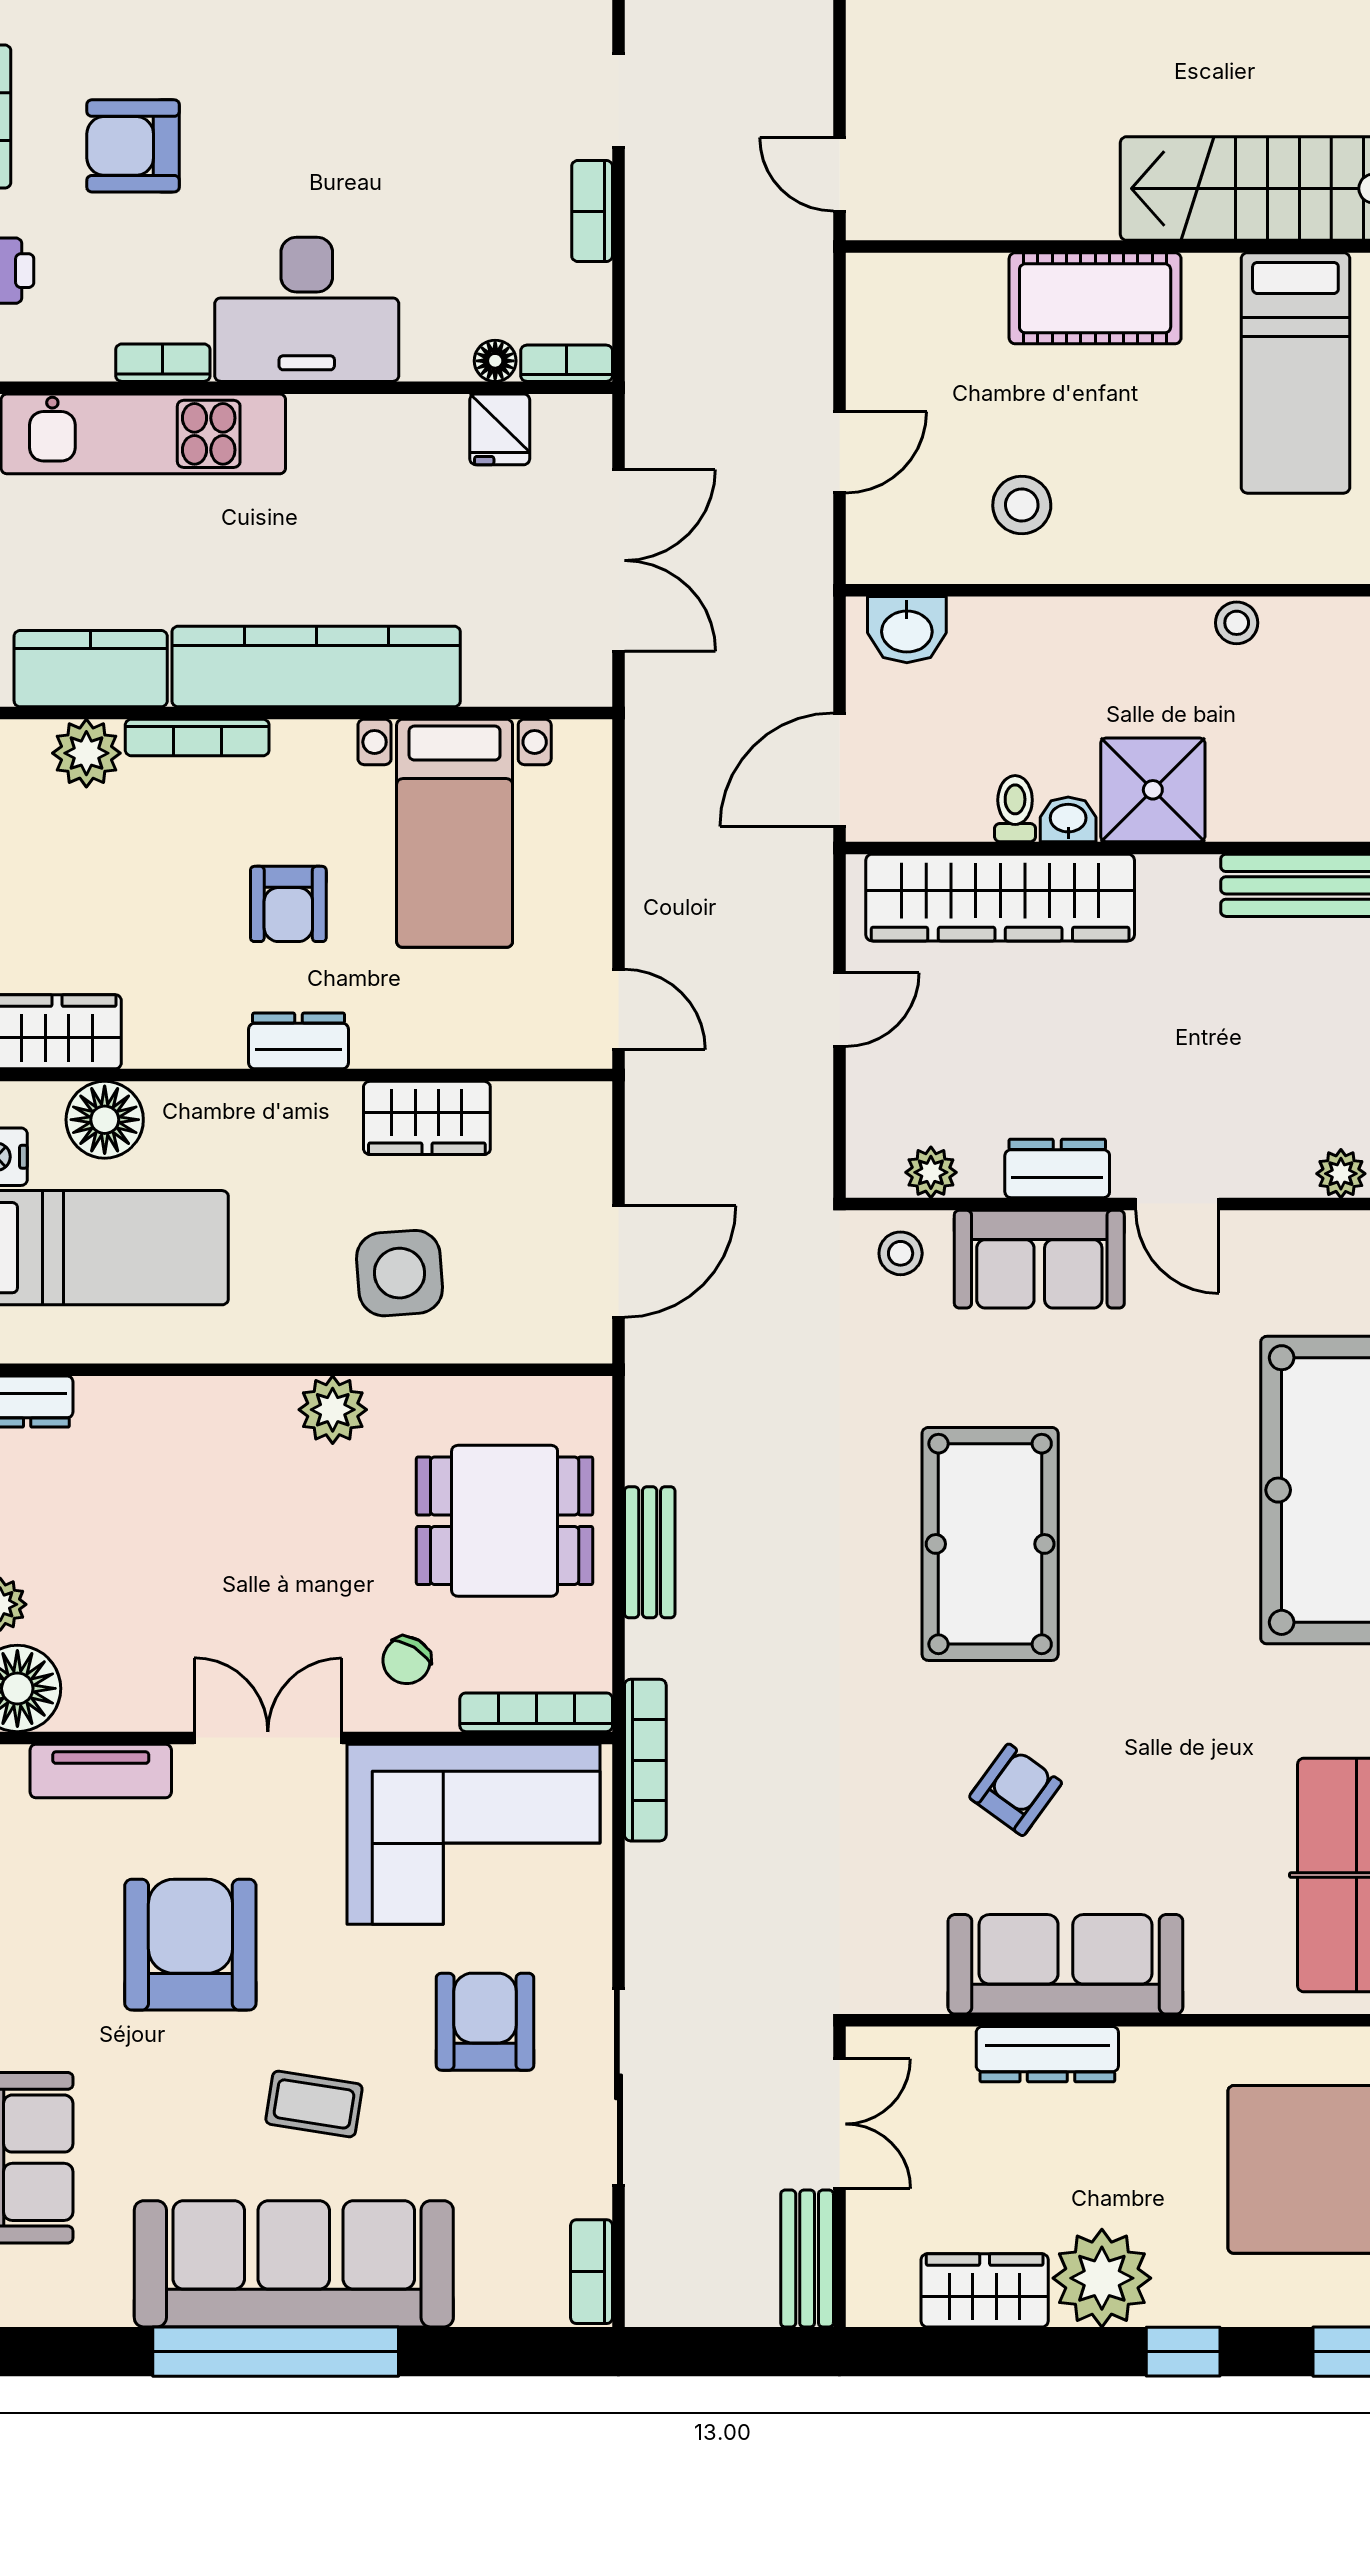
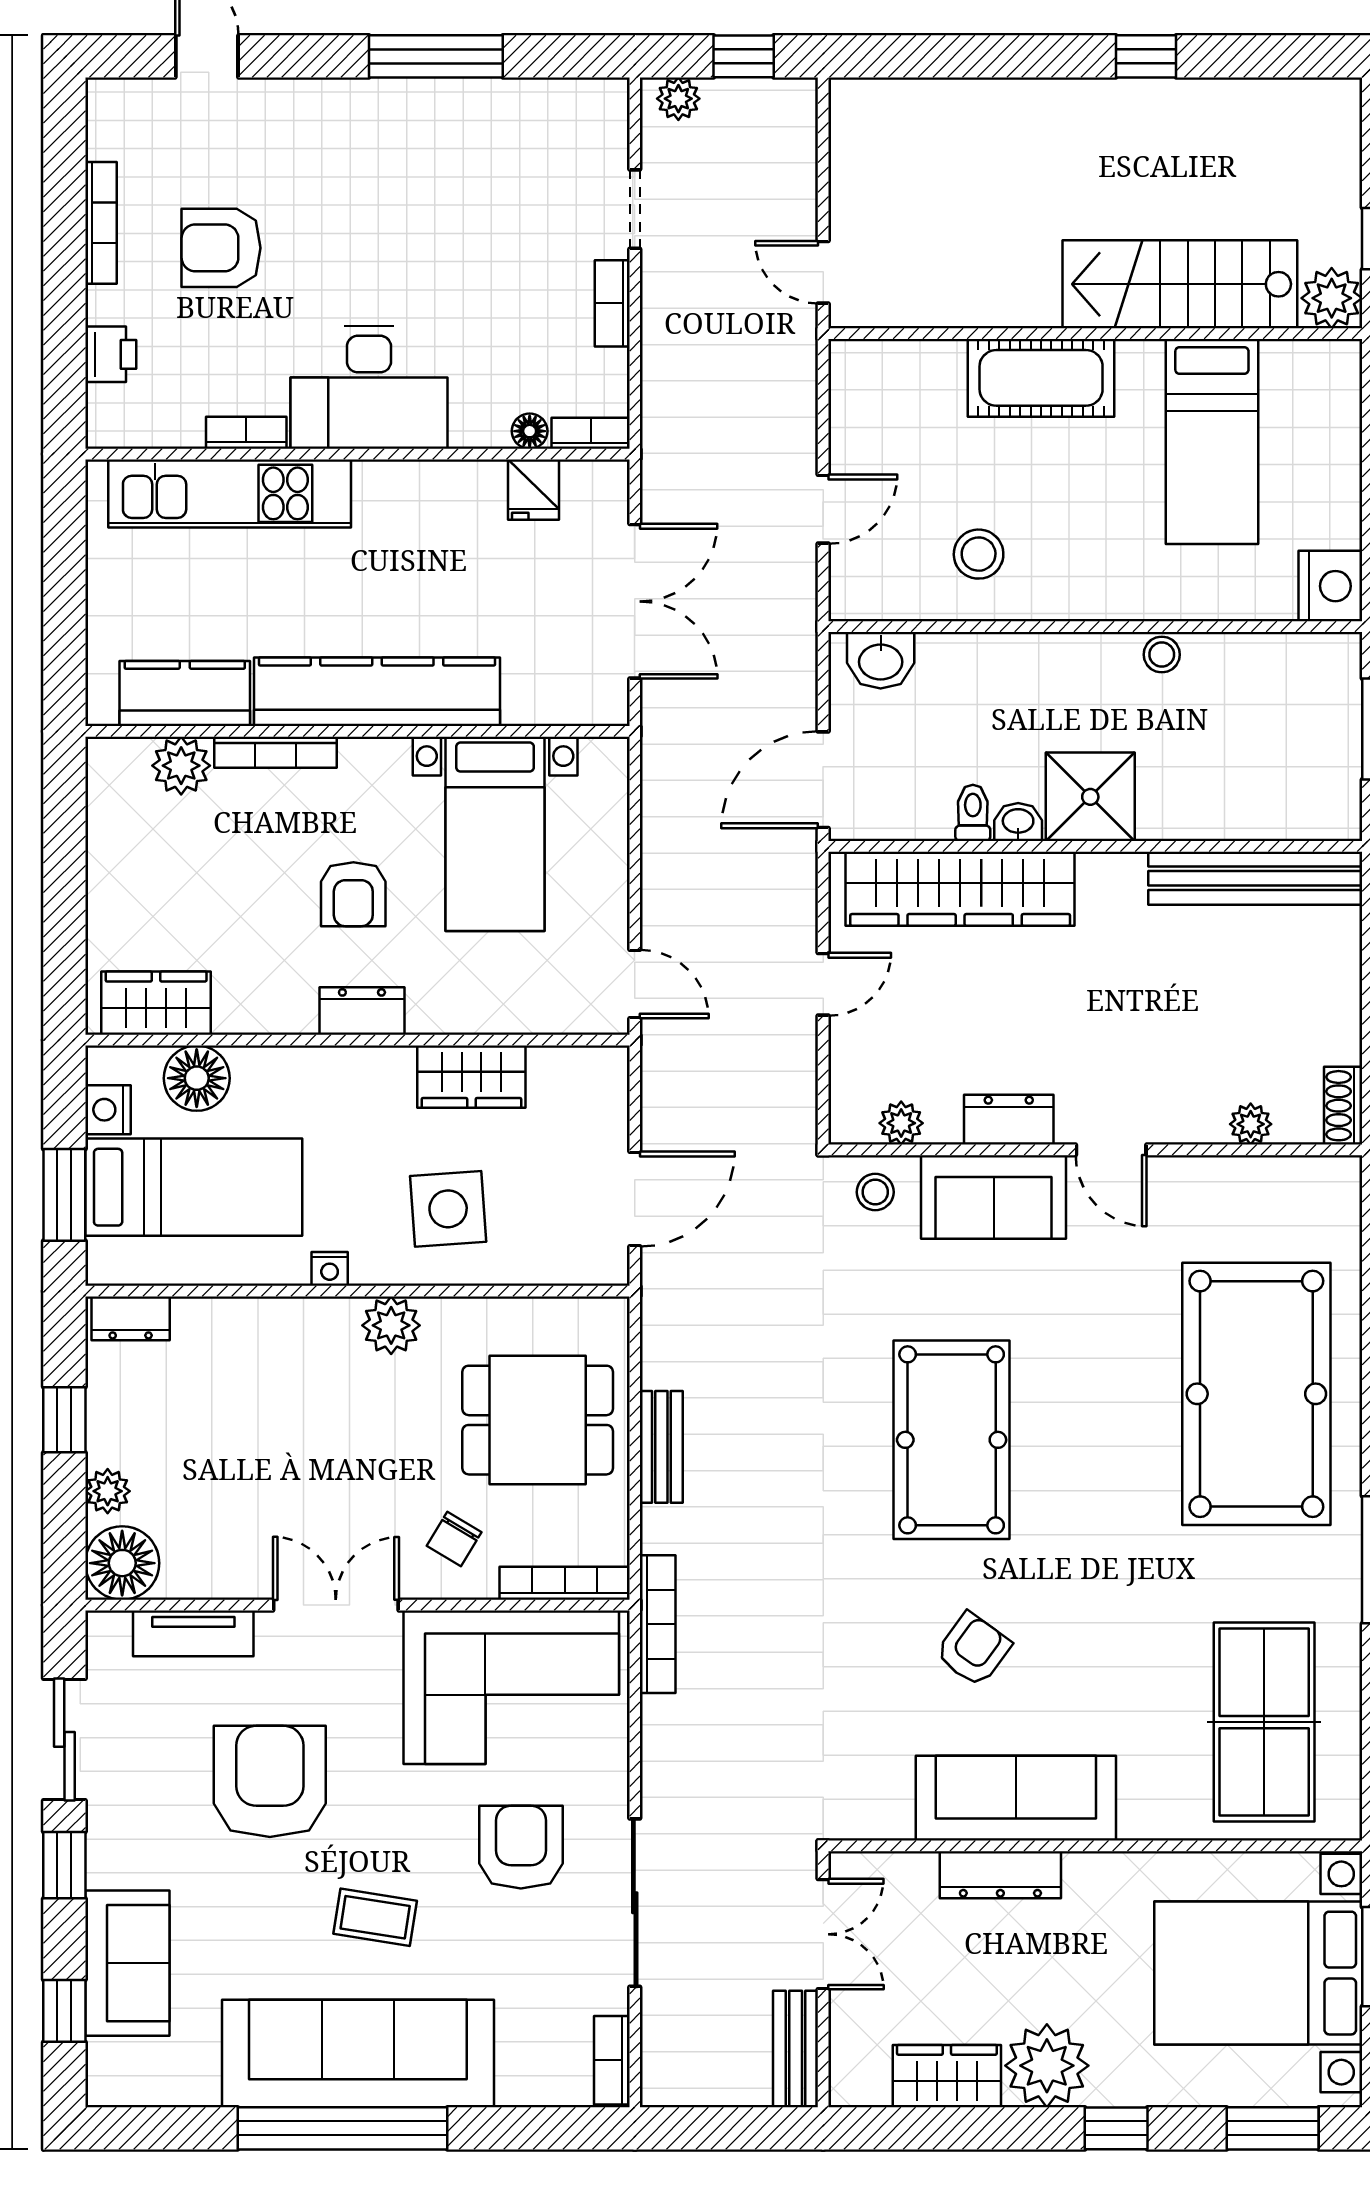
nightstand: (260, 1344) -> (330, 1269), added

